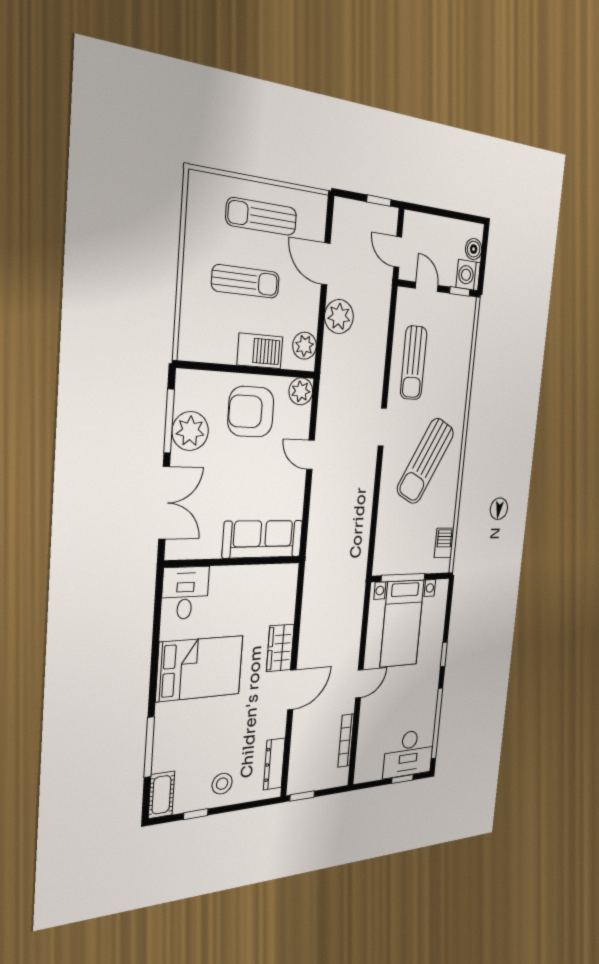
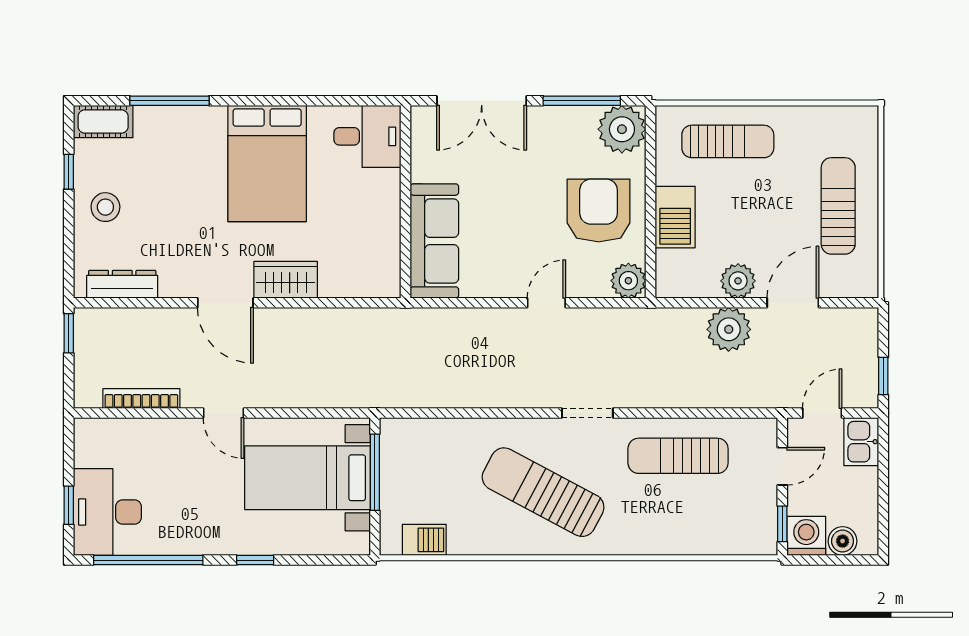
kitchen sink: (418, 225) -> (861, 442), added
sun lounger: (246, 281) -> (728, 141), moved, turned -90
plant: (305, 346) -> (738, 281), moved
plant: (190, 431) -> (622, 129), moved

